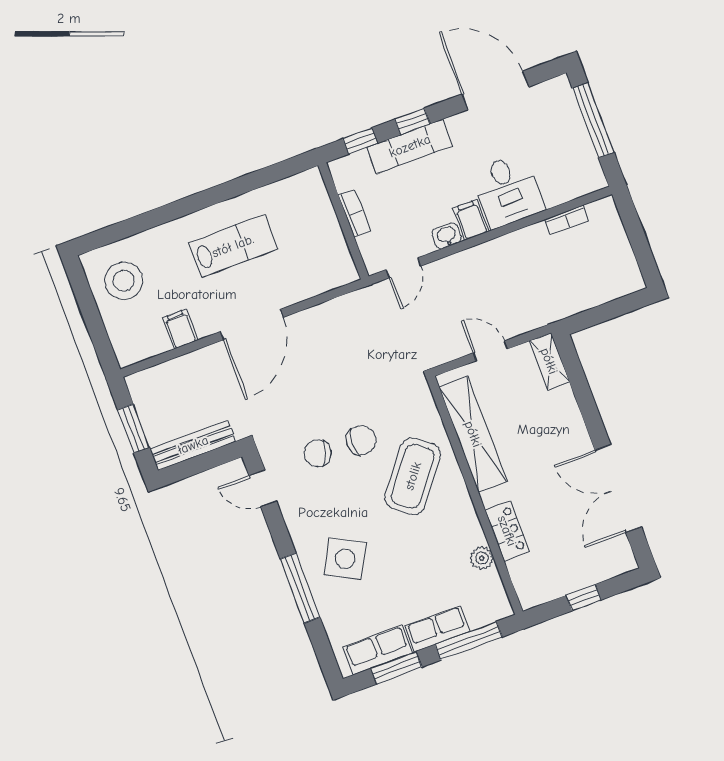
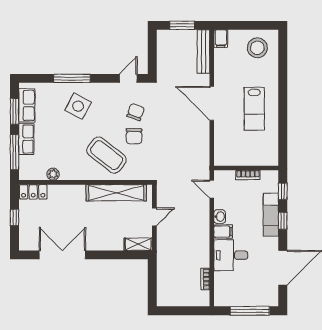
filing cabinet: (180, 329) -> (221, 39), moved, turned 90
bench: (193, 445) -> (203, 52), moved
locker: (507, 531) -> (33, 192), moved

